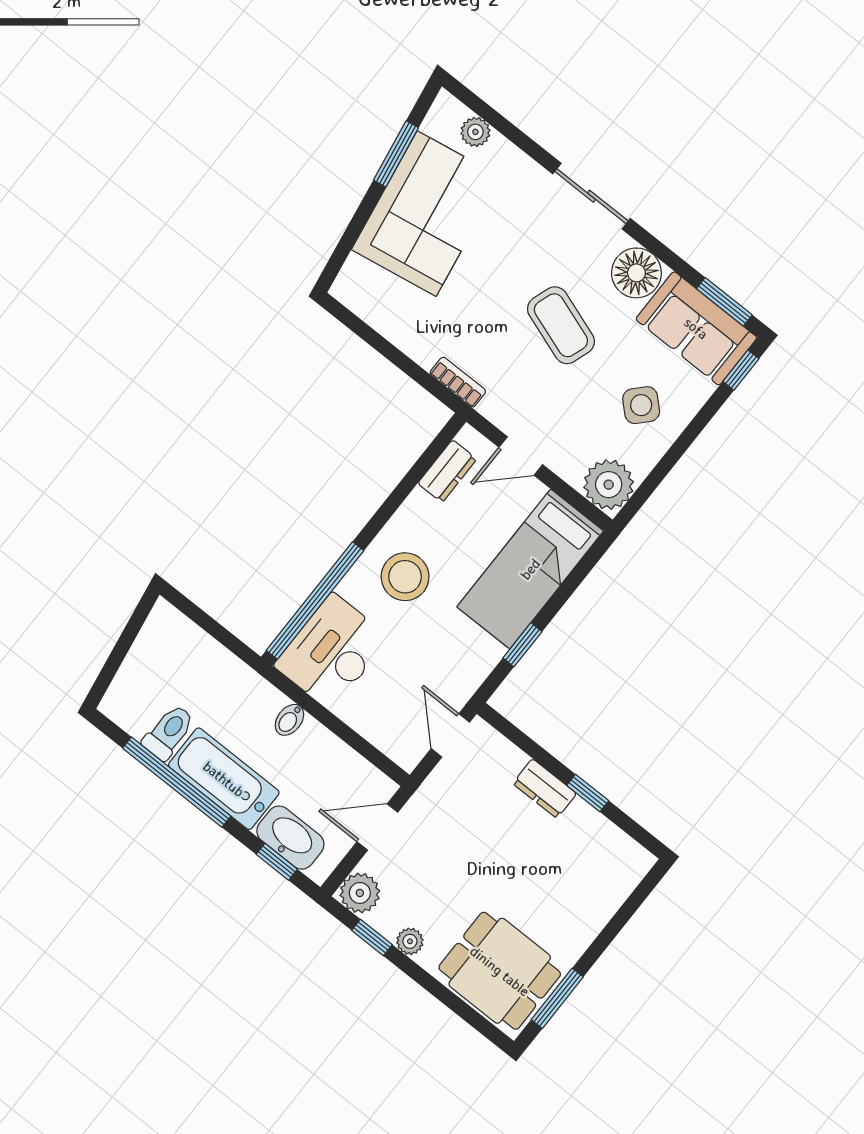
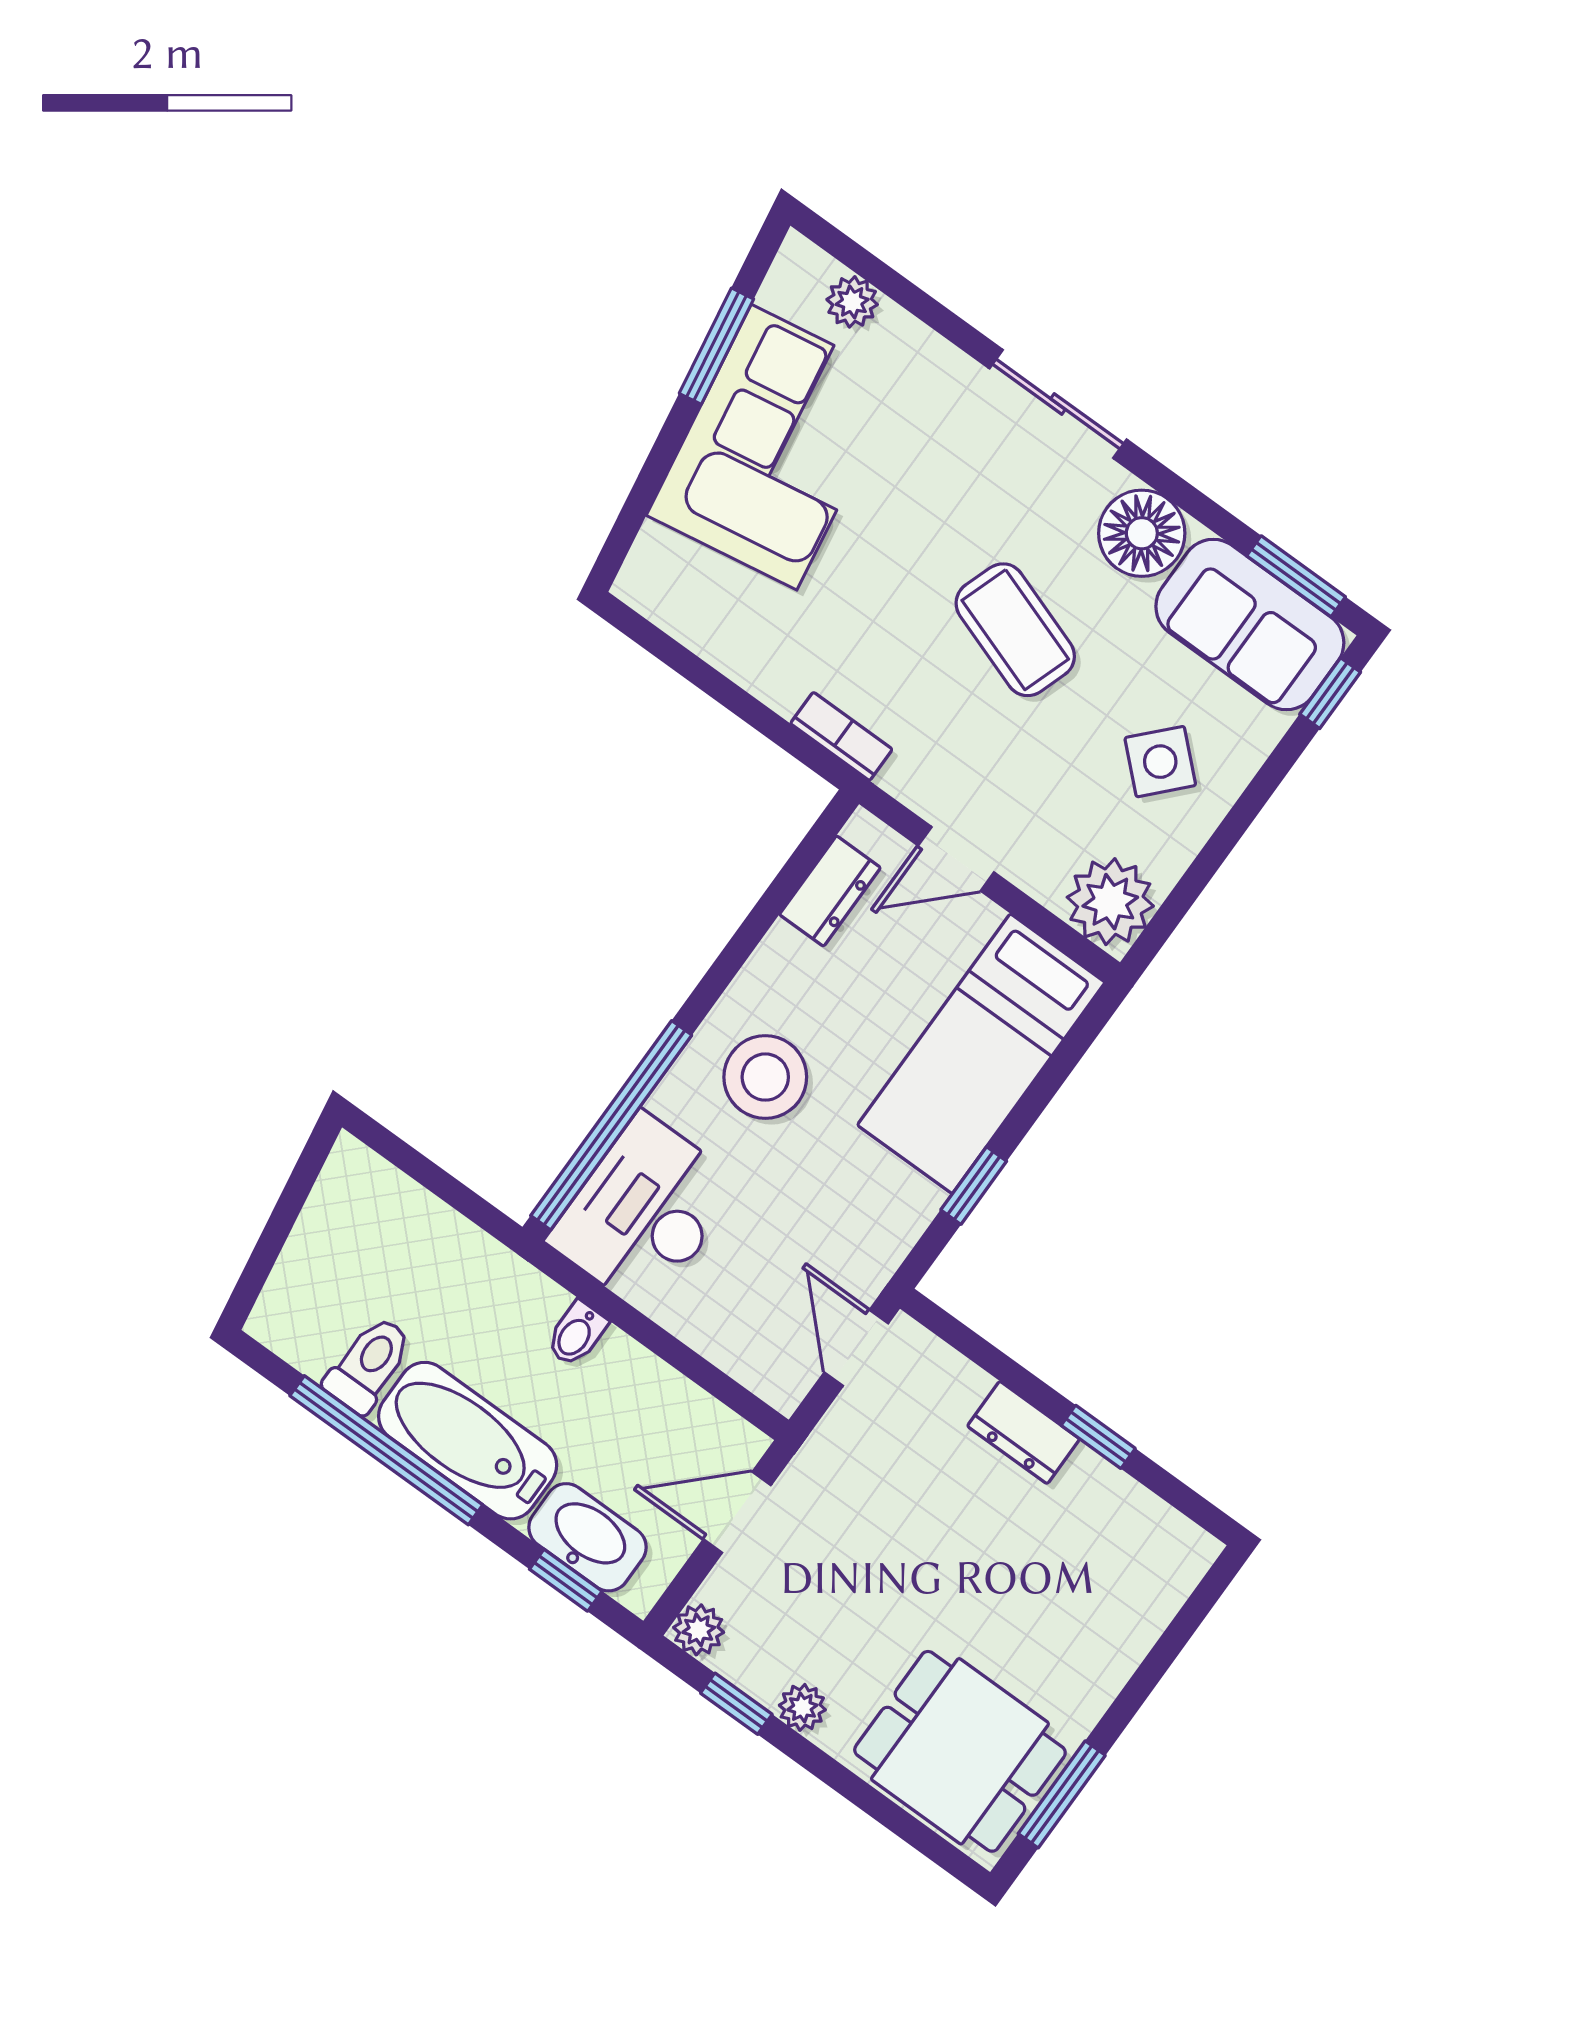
plant: (360, 893) -> (699, 1630), width x0.73, depth x0.73

